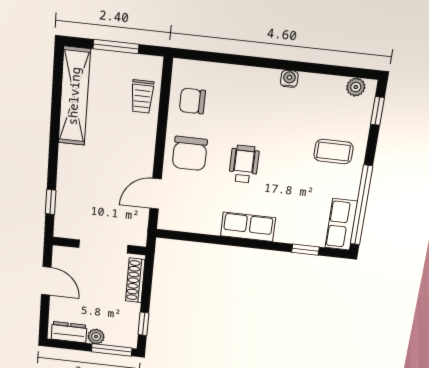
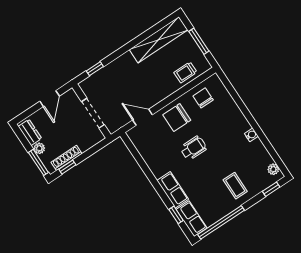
row of seats: (341, 224) -> (191, 219), moved, turned 90
row of seats: (248, 227) -> (173, 190), moved
shoe rack: (135, 280) -> (67, 158), moved

